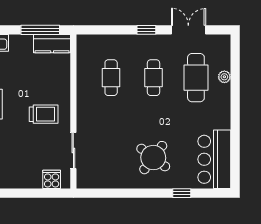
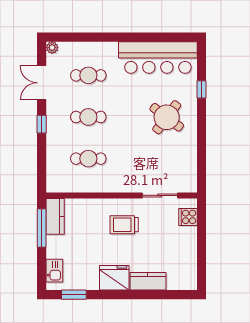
plant: (224, 77) -> (52, 48), moved
cafe table: (196, 78) -> (88, 75), width x0.73, depth x0.74
trolley: (44, 114) -> (124, 225), turned -90
bar counter: (214, 159) -> (158, 57), width x1.36

